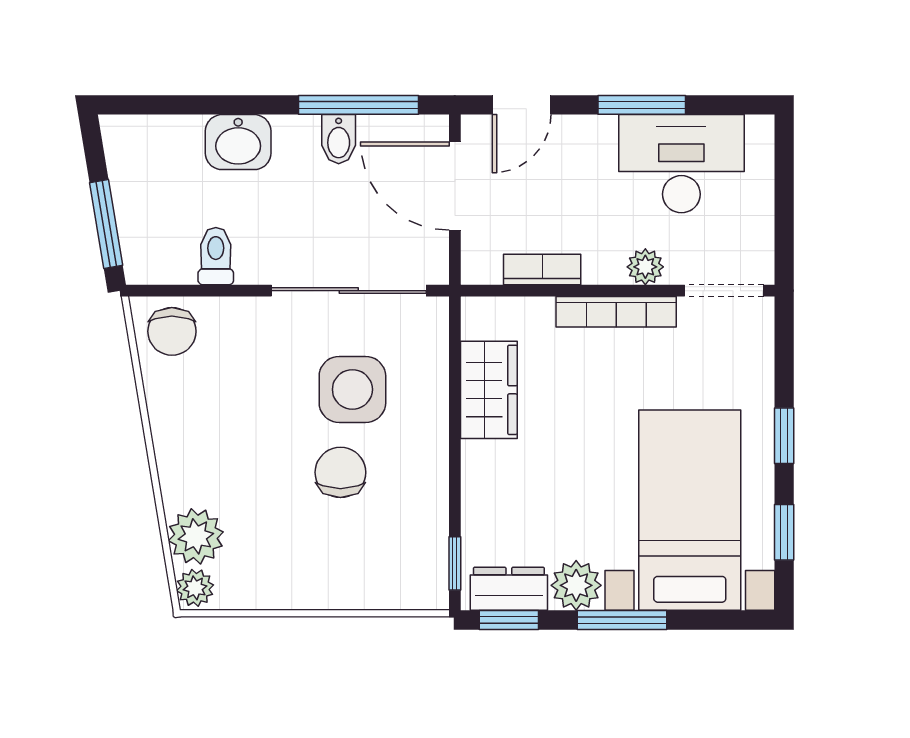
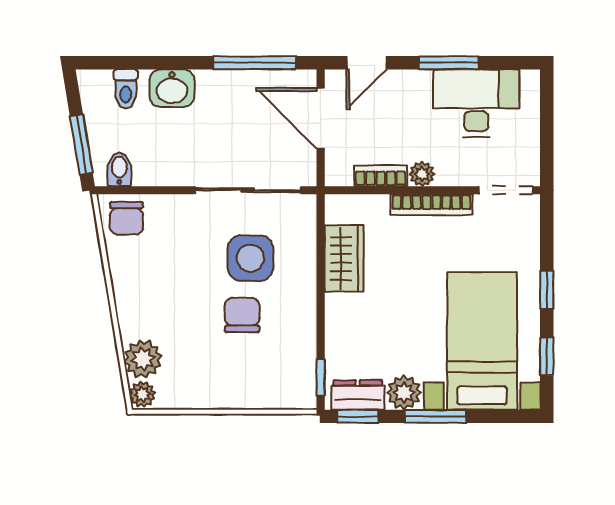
bidet: (339, 139) -> (119, 169), moved, turned 180
toilet: (216, 256) -> (126, 89), moved, turned 180
plant: (645, 267) -> (422, 174), moved

